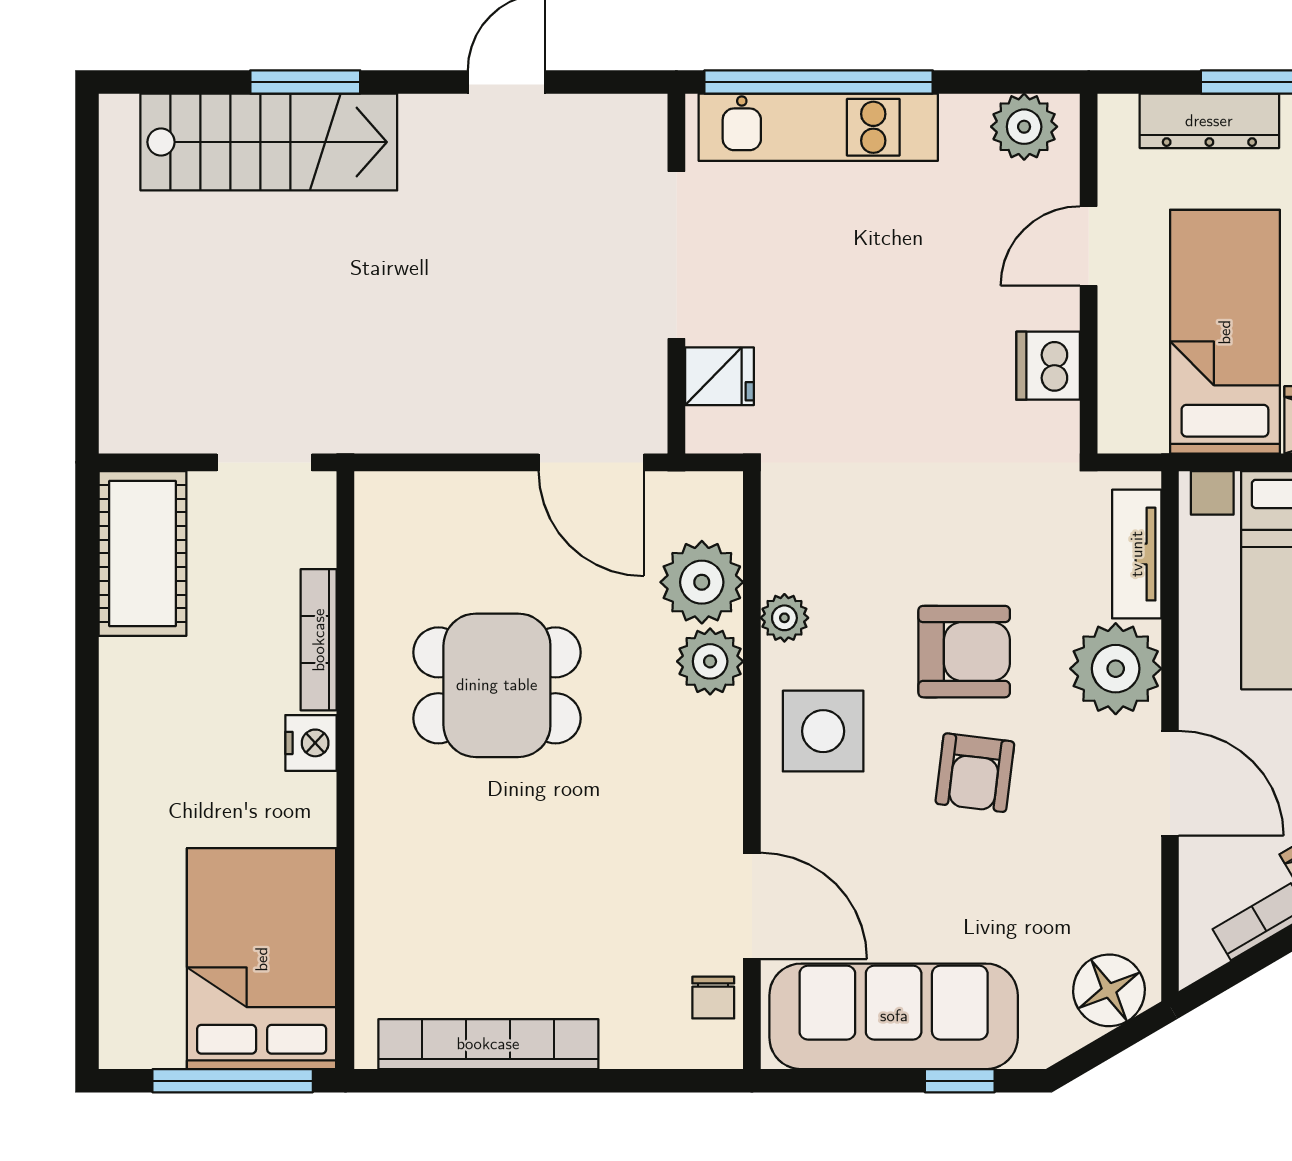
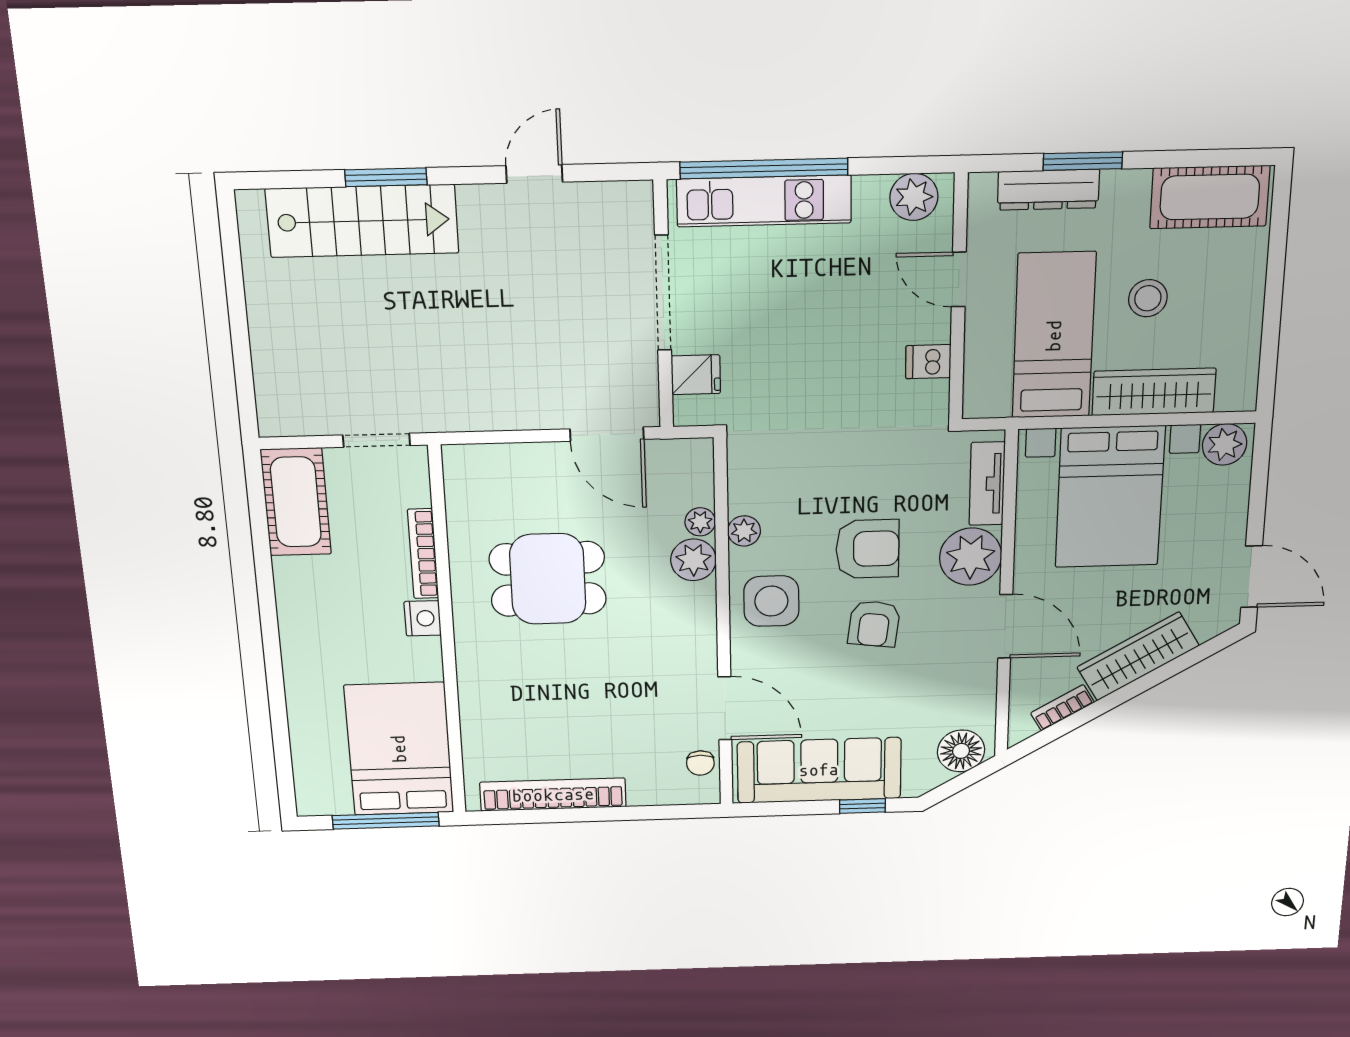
door: (1089, 246) -> (959, 279), hinge flipped
dishwasher: (1048, 366) -> (928, 362), width x0.73
plant: (702, 582) -> (700, 522), width x0.53, depth x0.53

